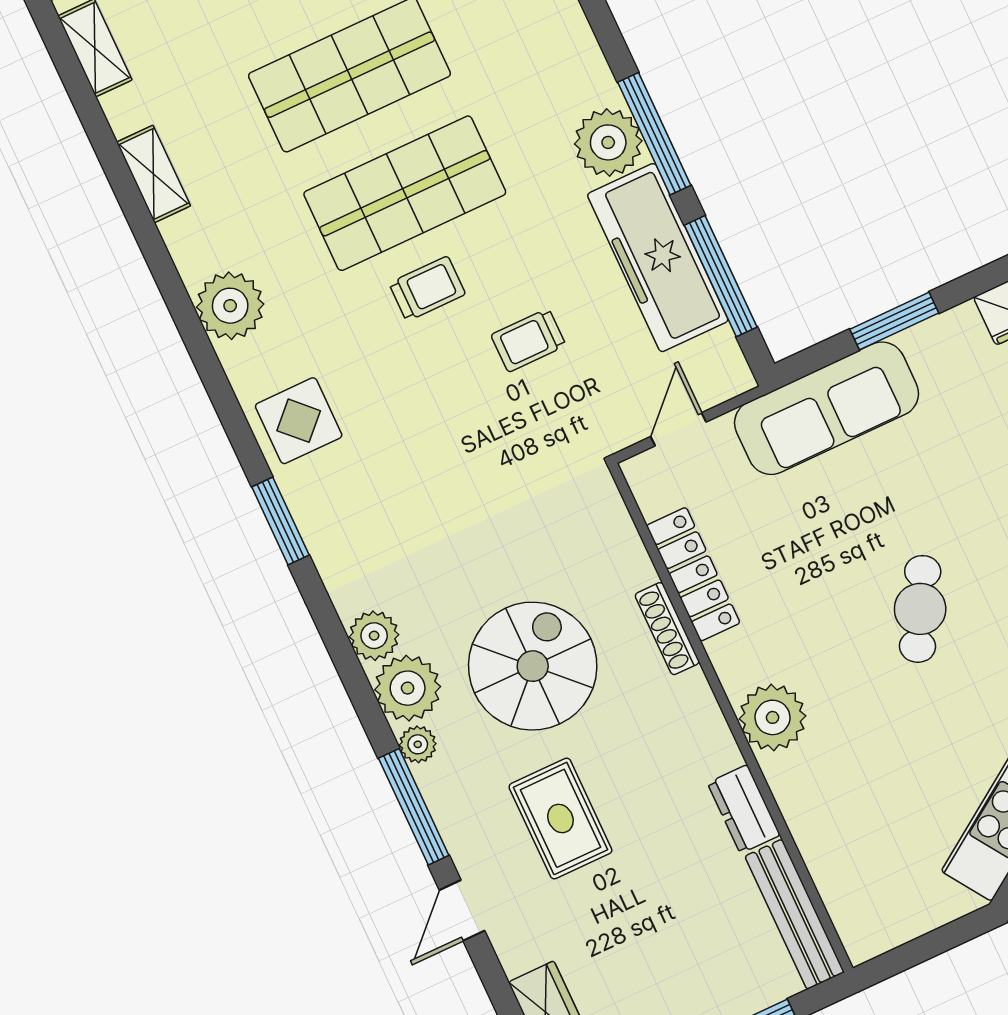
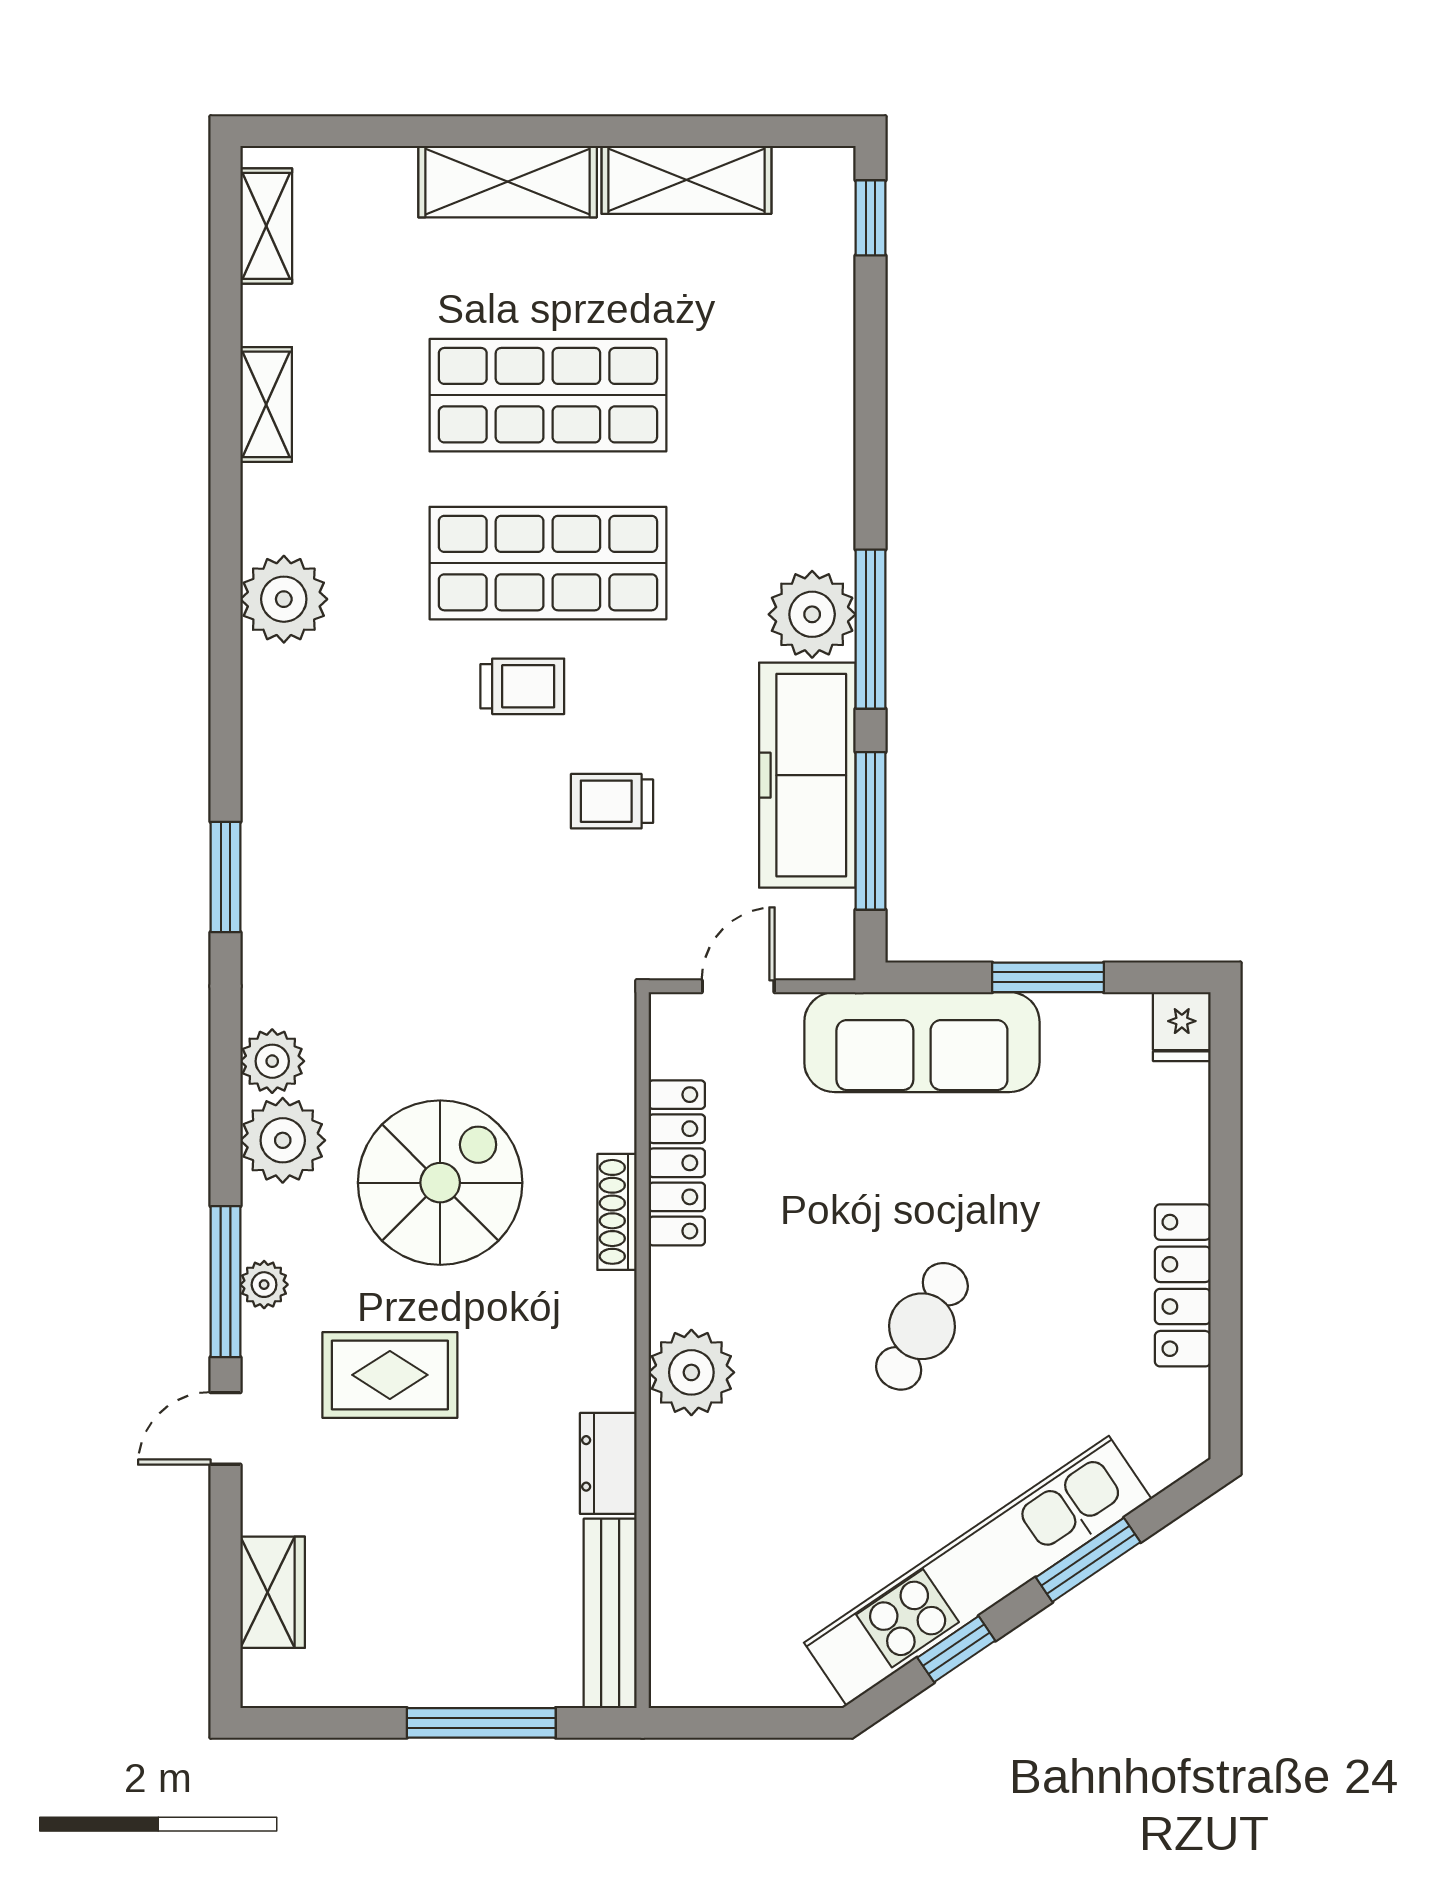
display table: (299, 421) -> (301, 770), removed
plant: (418, 744) -> (264, 1285), moved
rug: (560, 818) -> (390, 1375), turned 90

